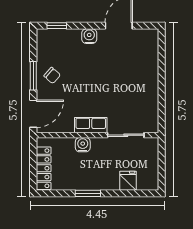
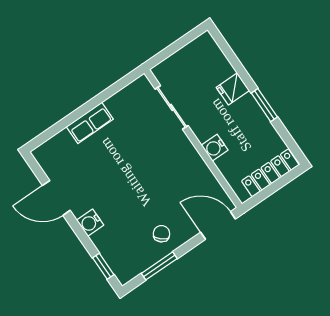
window: (33, 76) -> (159, 266), moved
row of seats: (91, 125) -> (90, 123), moved, turned -90
fridge: (128, 181) -> (233, 89), moved

